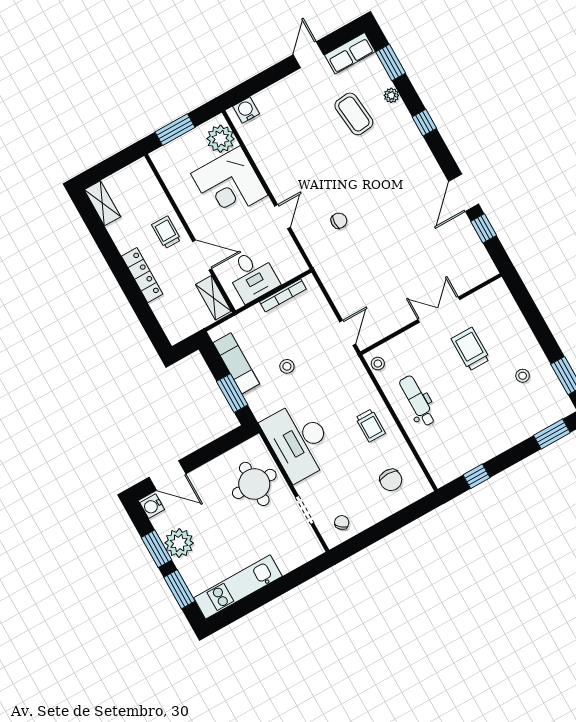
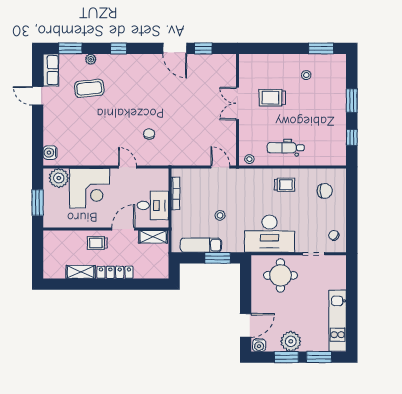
shelving: (102, 203) -> (81, 272), moved
window: (552, 434) -> (352, 101), moved

